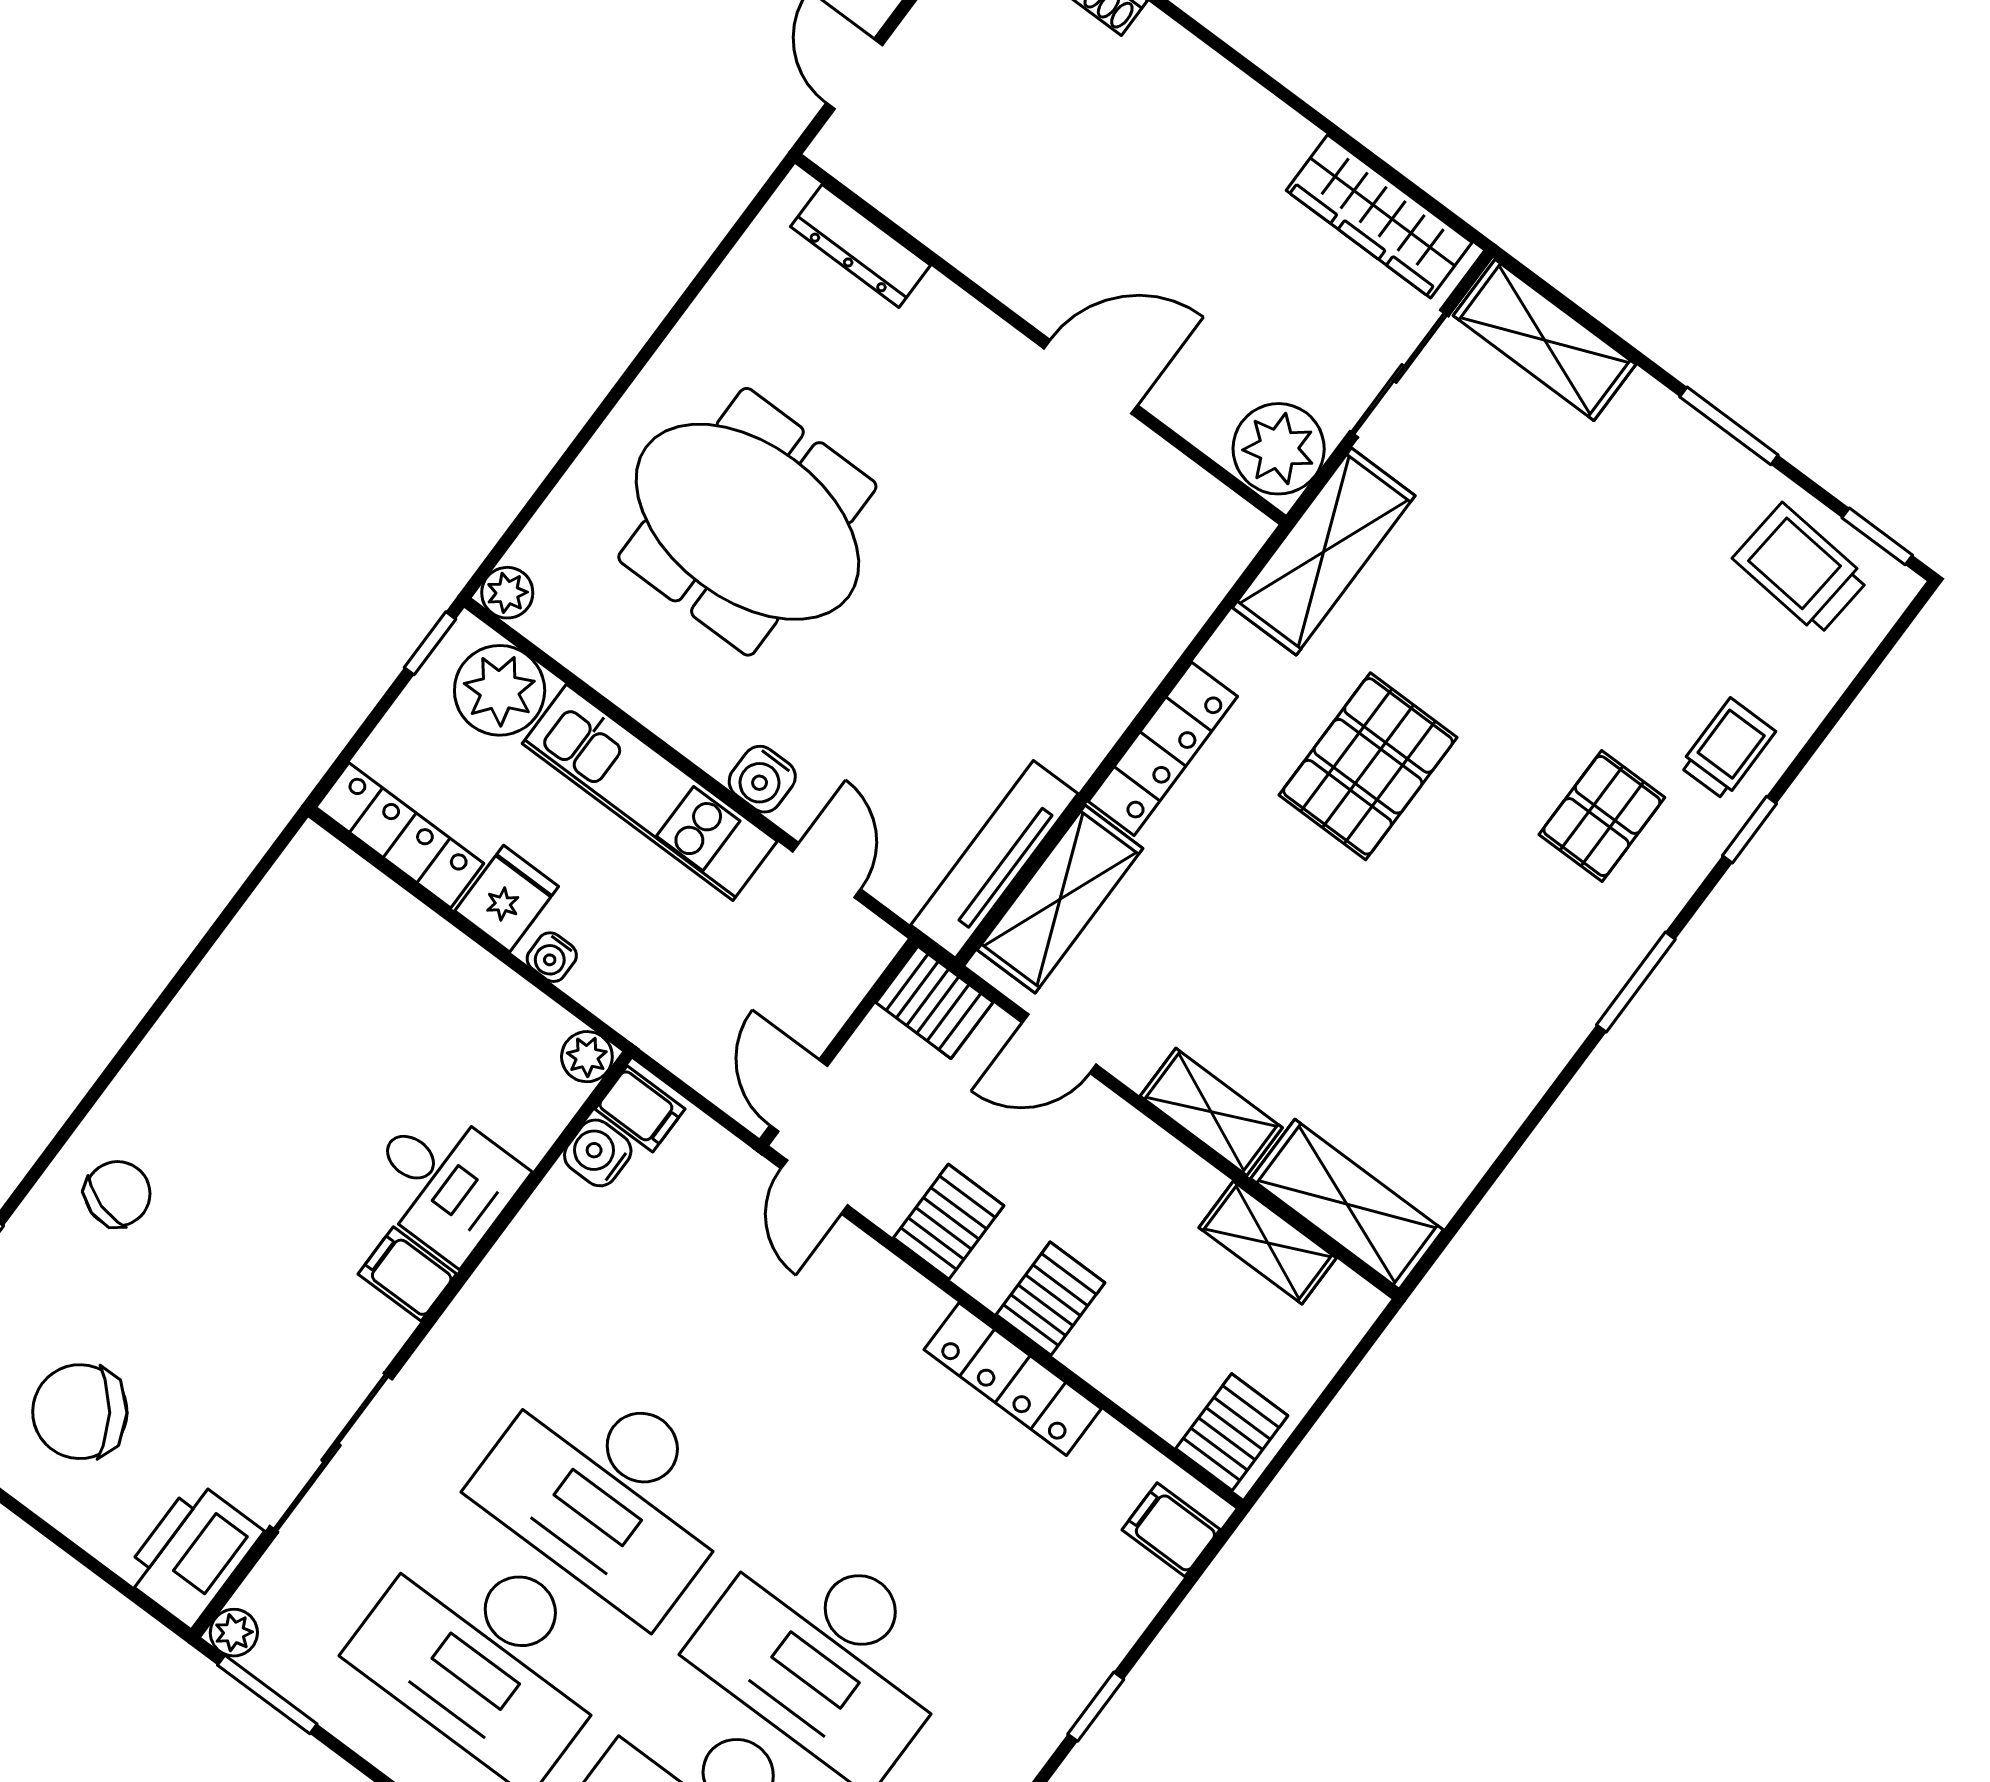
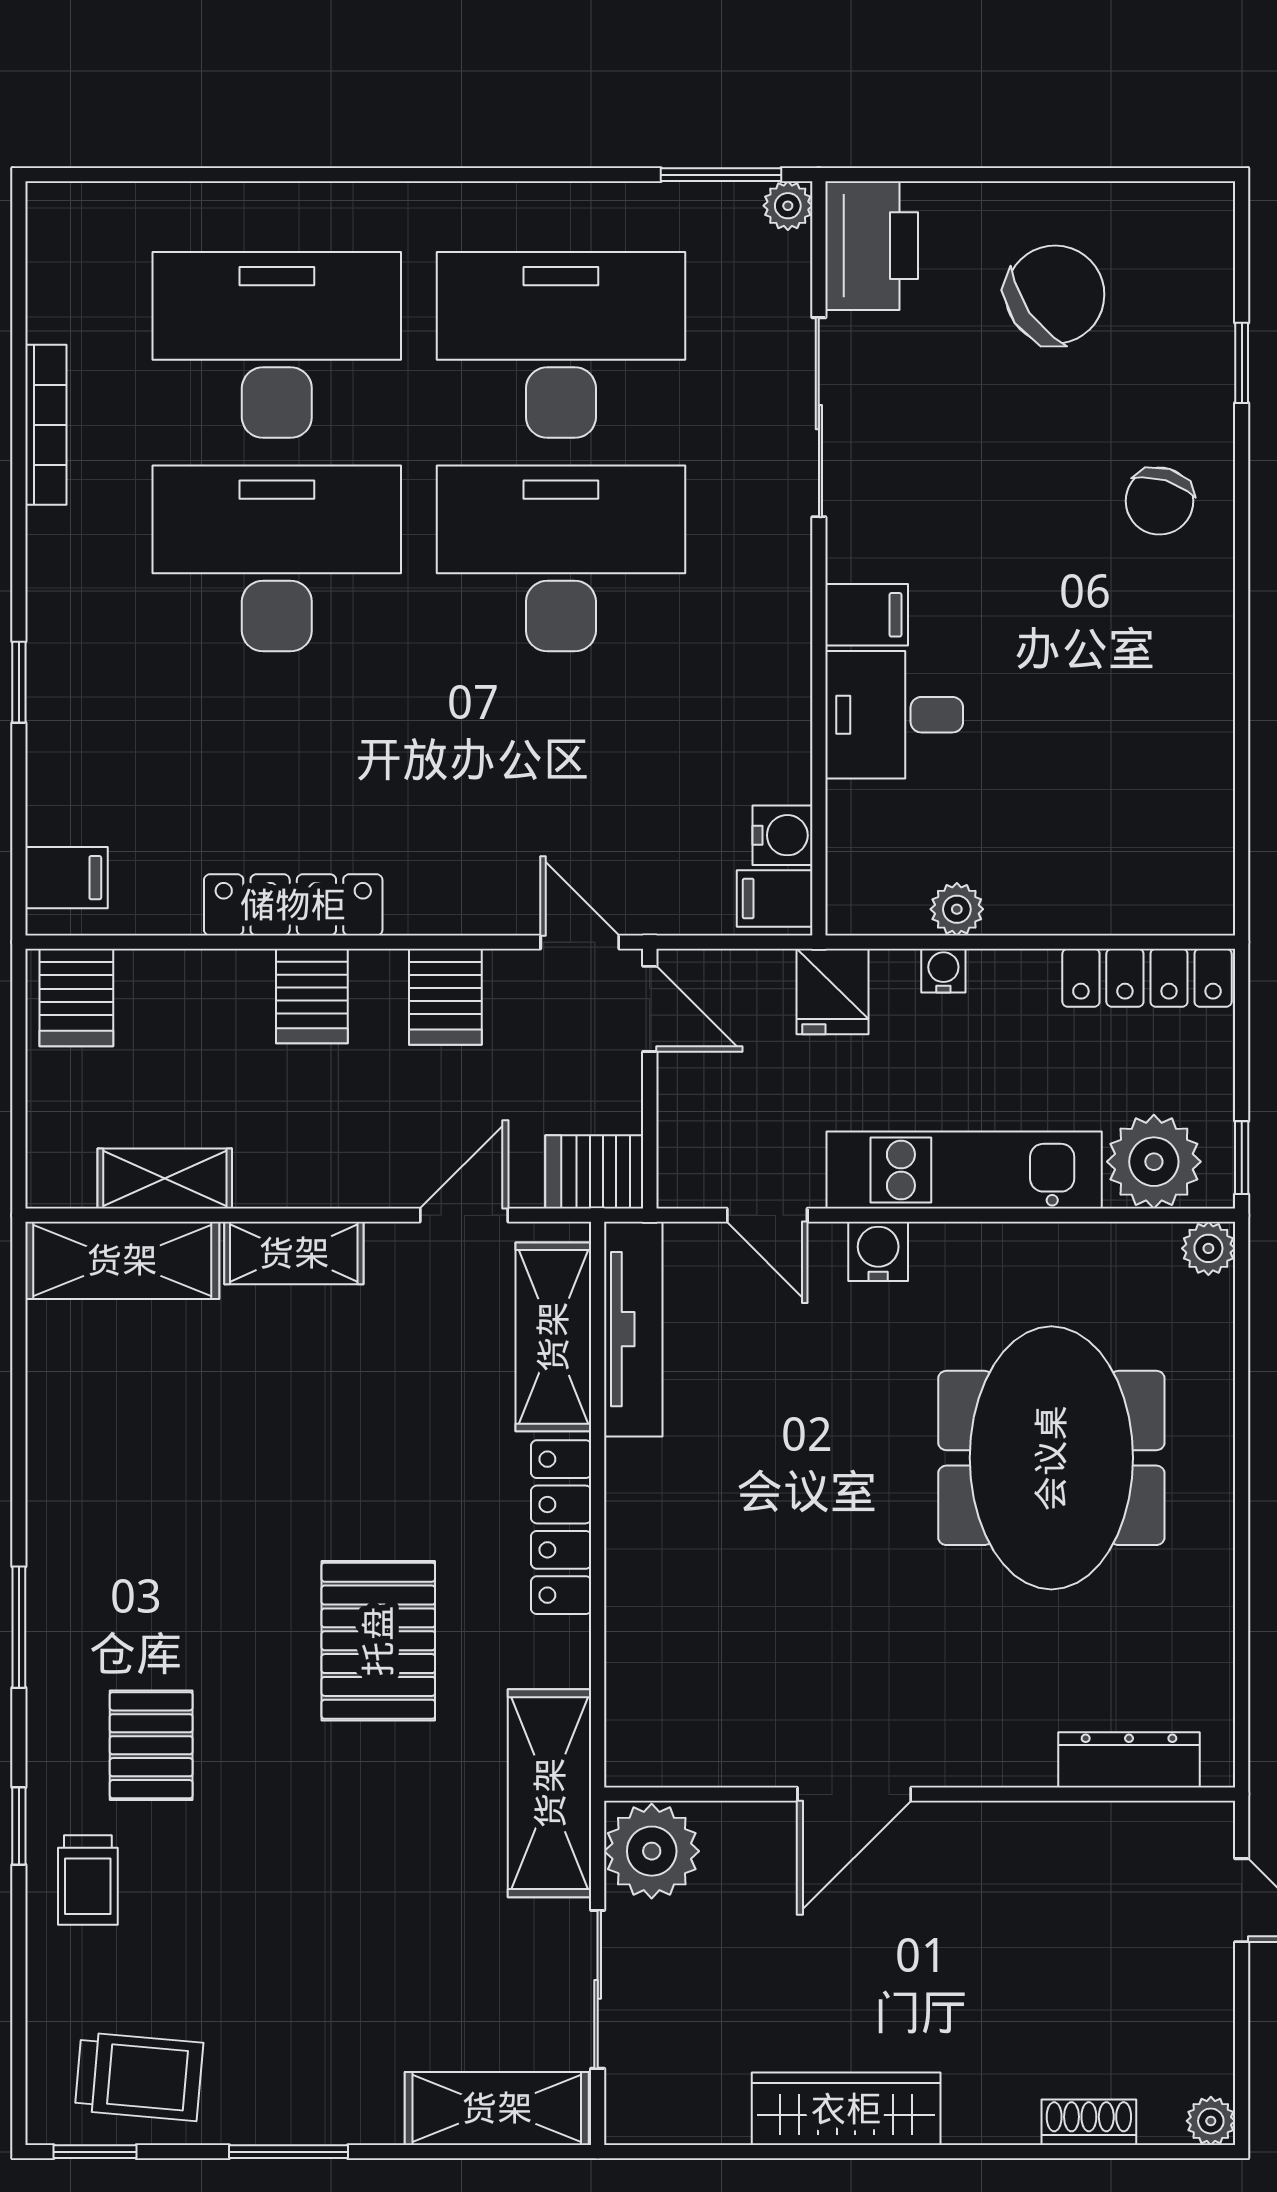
wardrobe: (1379, 216) -> (846, 2109), moved
meeting table: (747, 522) -> (1051, 1458), turned 90
fridge: (507, 899) -> (833, 991), moved
plant: (587, 1057) -> (957, 909), moved

